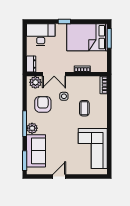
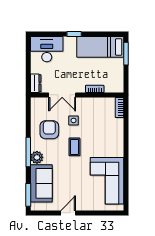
bed: (87, 37) -> (100, 47), width x0.67
plant: (35, 82) -> (41, 104), removed
coffee table: (84, 108) -> (74, 147), moved

